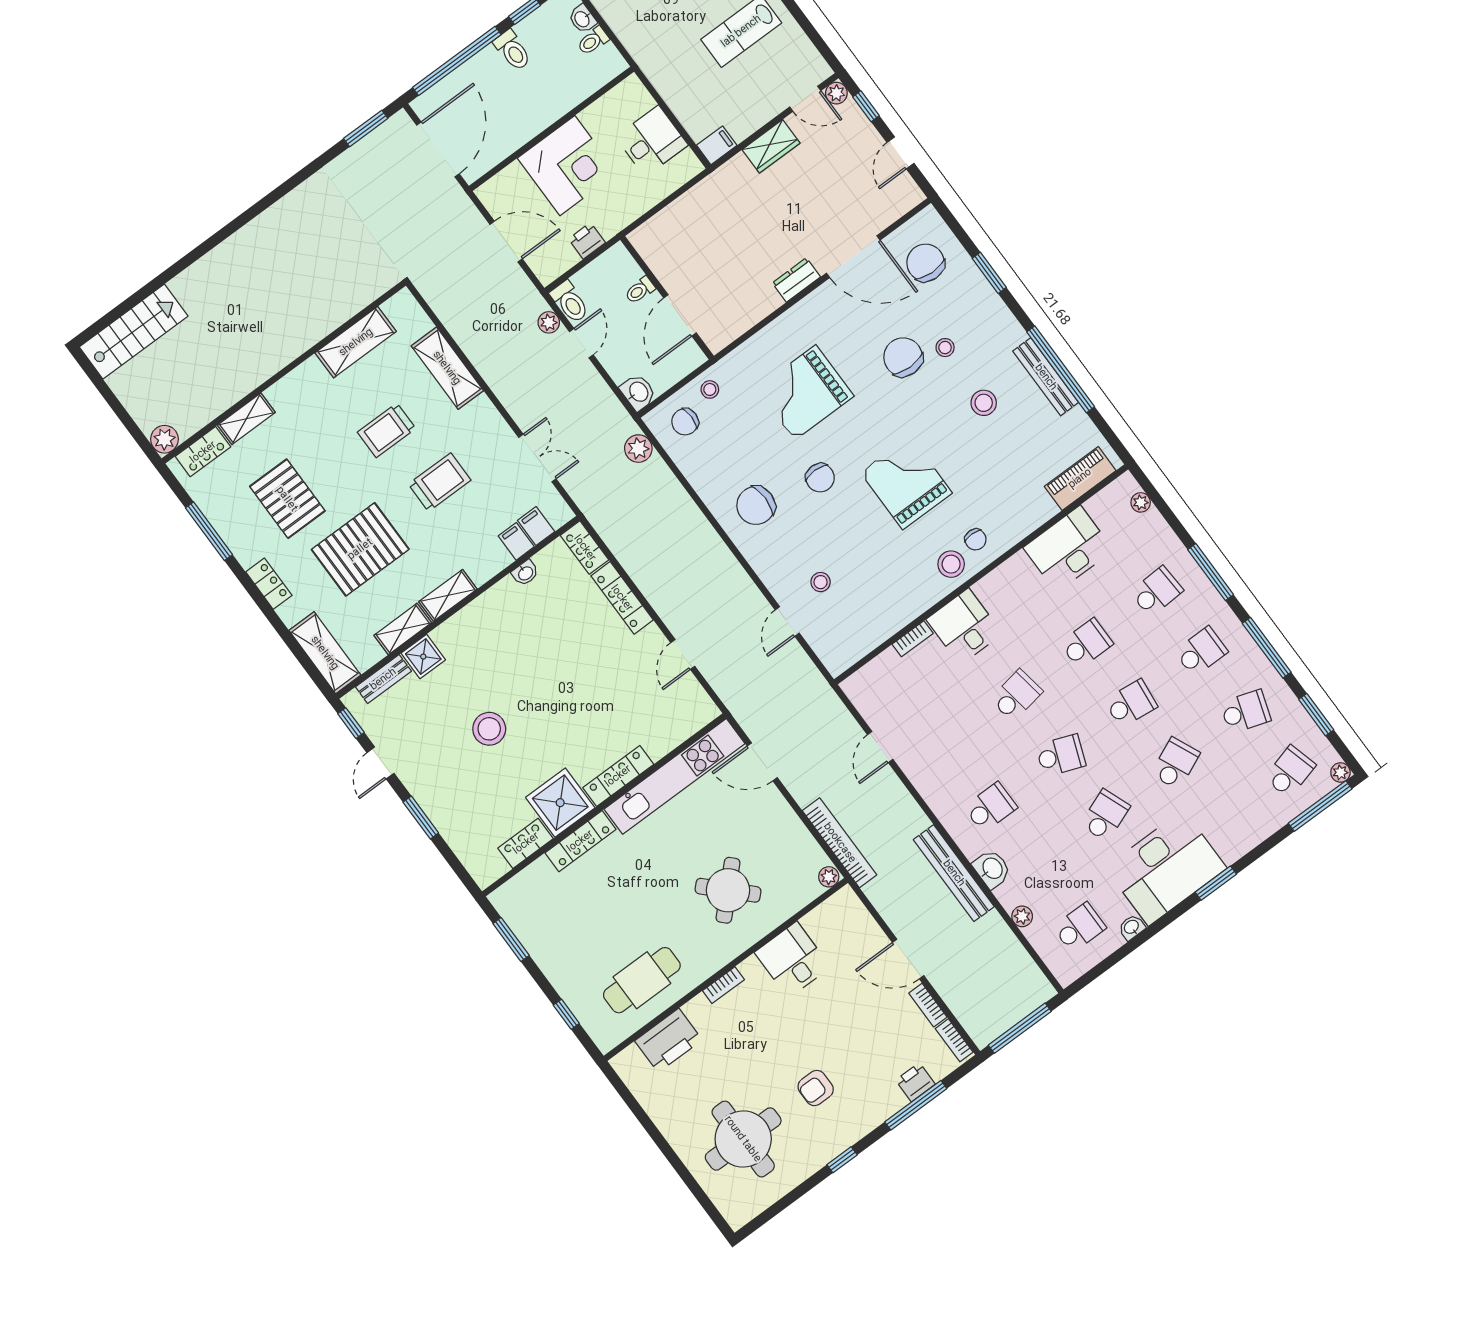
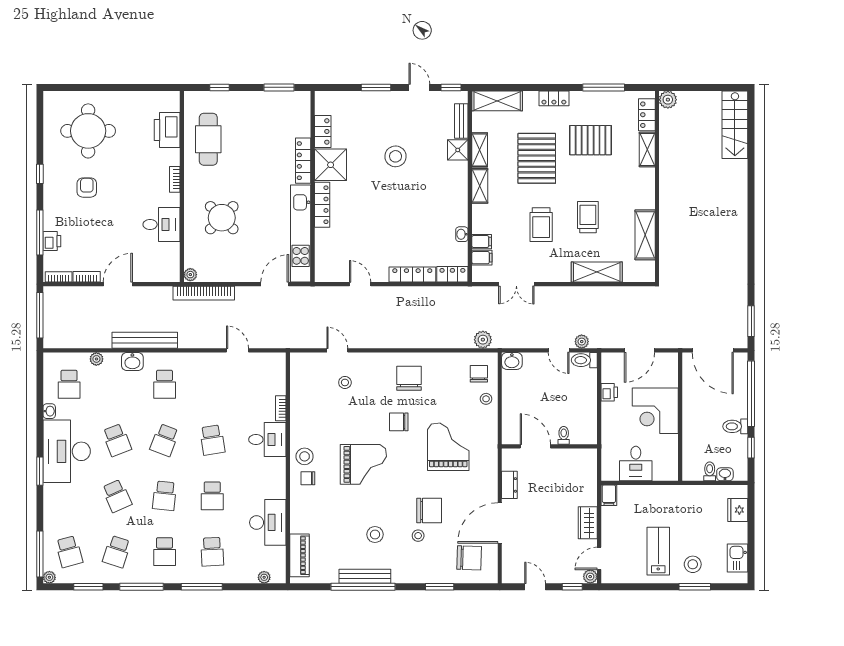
toilet: (640, 290) -> (564, 435), moved
wall: (667, 298) -> (549, 446), moved
door: (680, 315) -> (535, 446), moved

